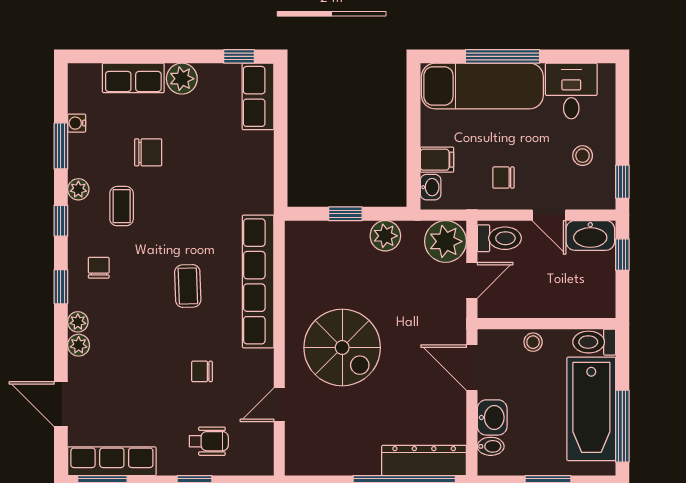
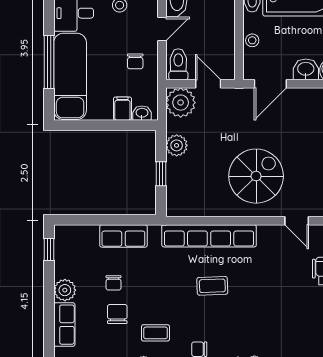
row of seats: (258, 96) -> (123, 236), moved
chair: (202, 371) -> (113, 283), moved

